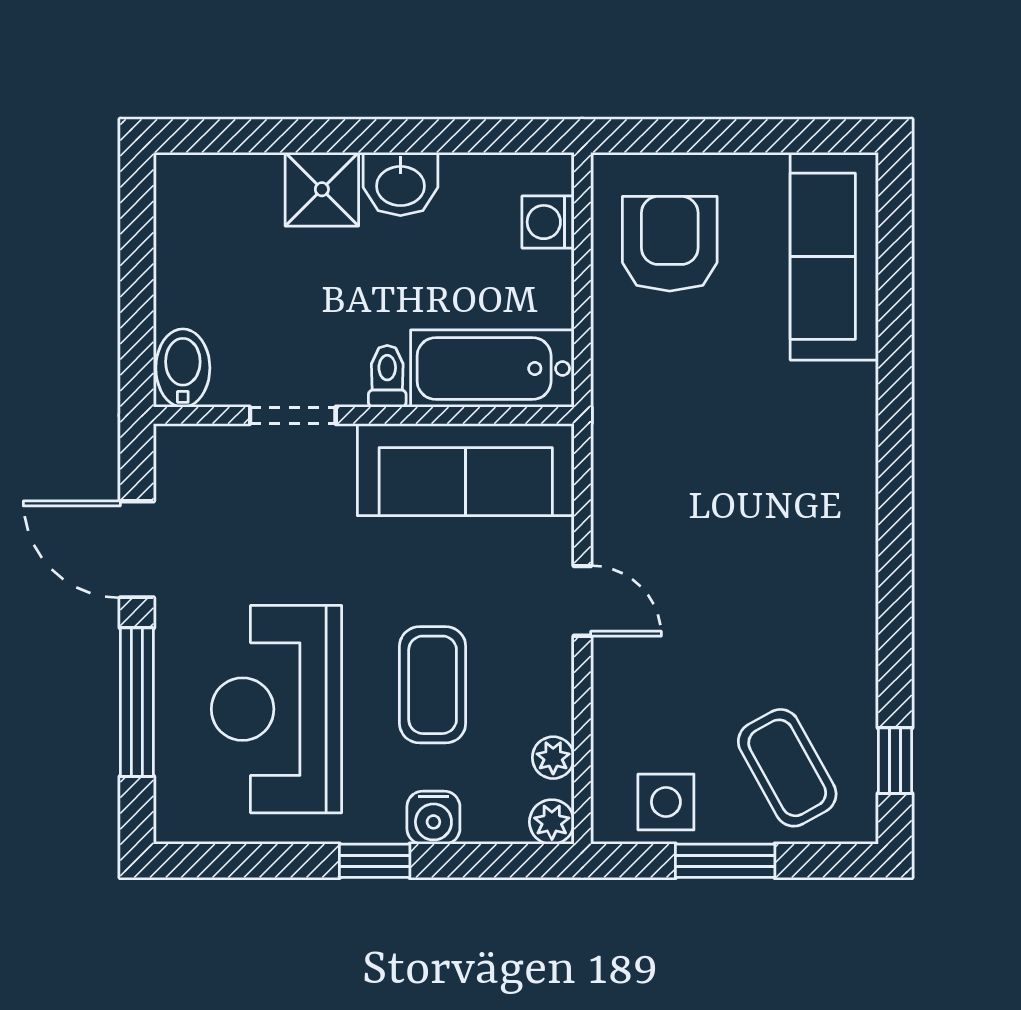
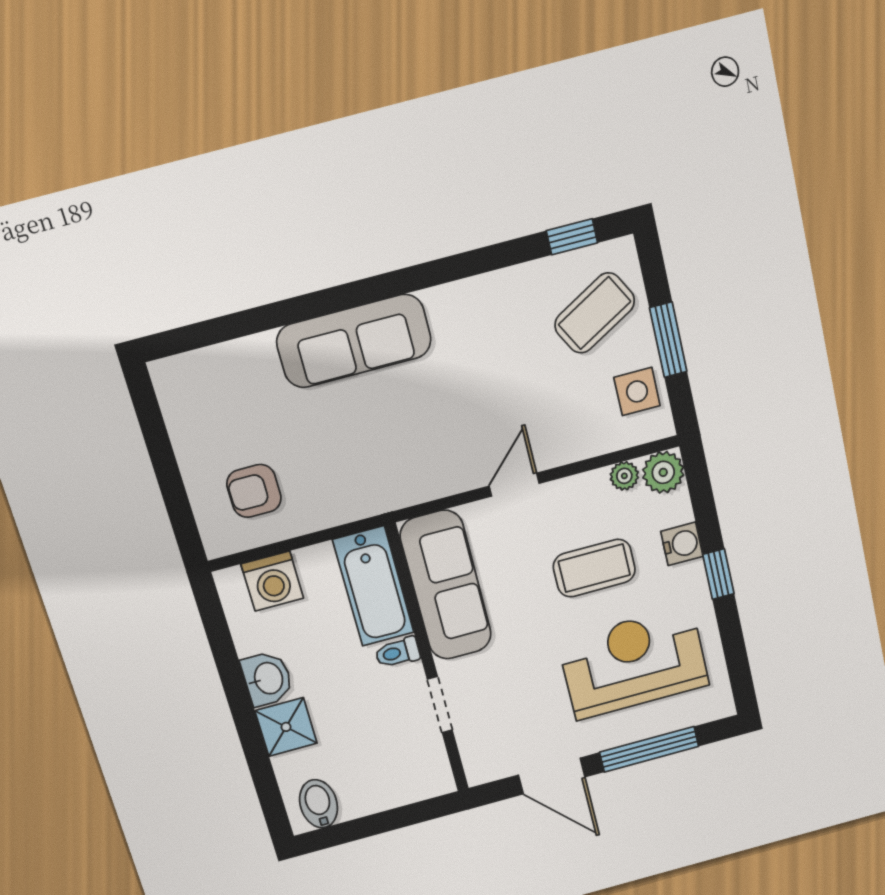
washing machine: (548, 222) -> (272, 581), width x1.38, depth x1.38
armchair: (670, 244) -> (254, 491), width x0.72, depth x0.72
sofa: (834, 256) -> (354, 341), moved
bidet: (183, 368) -> (319, 804), moved, turned 90
door: (137, 549) -> (552, 776), hinge flipped
reception desk: (276, 709) -> (634, 663), turned 180
plant: (552, 822) -> (663, 472), width x1.38, depth x1.38

